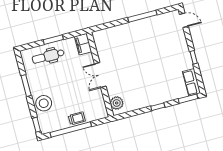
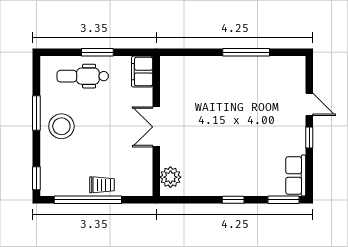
door: (184, 20) -> (309, 104), moved
stool: (44, 103) -> (61, 126), moved

